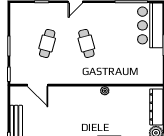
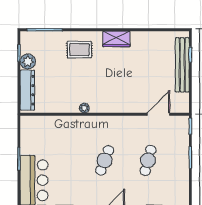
cafe table: (86, 43) -> (105, 160), turned 36
door: (38, 85) -> (159, 114), hinge flipped

